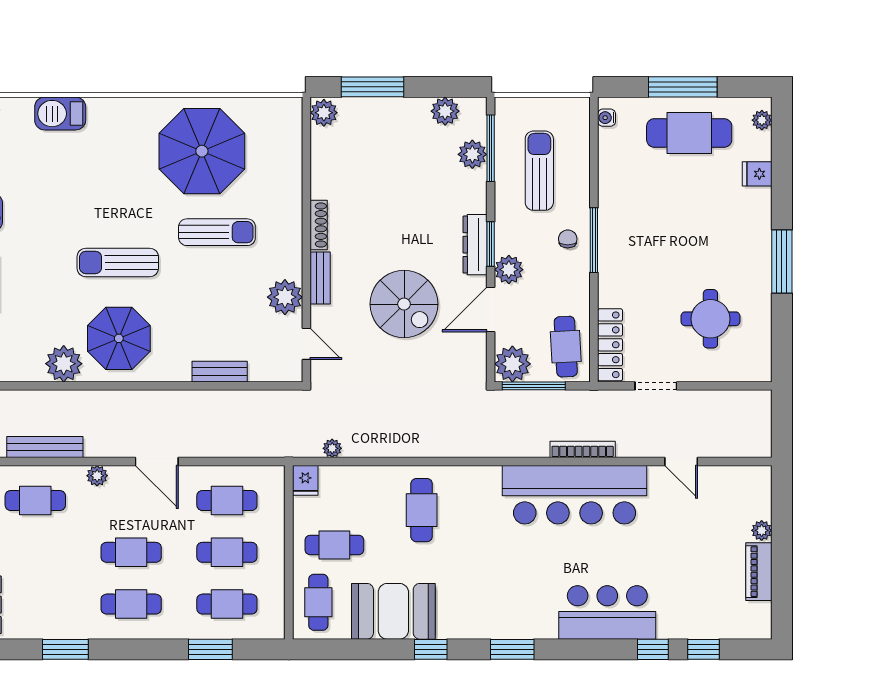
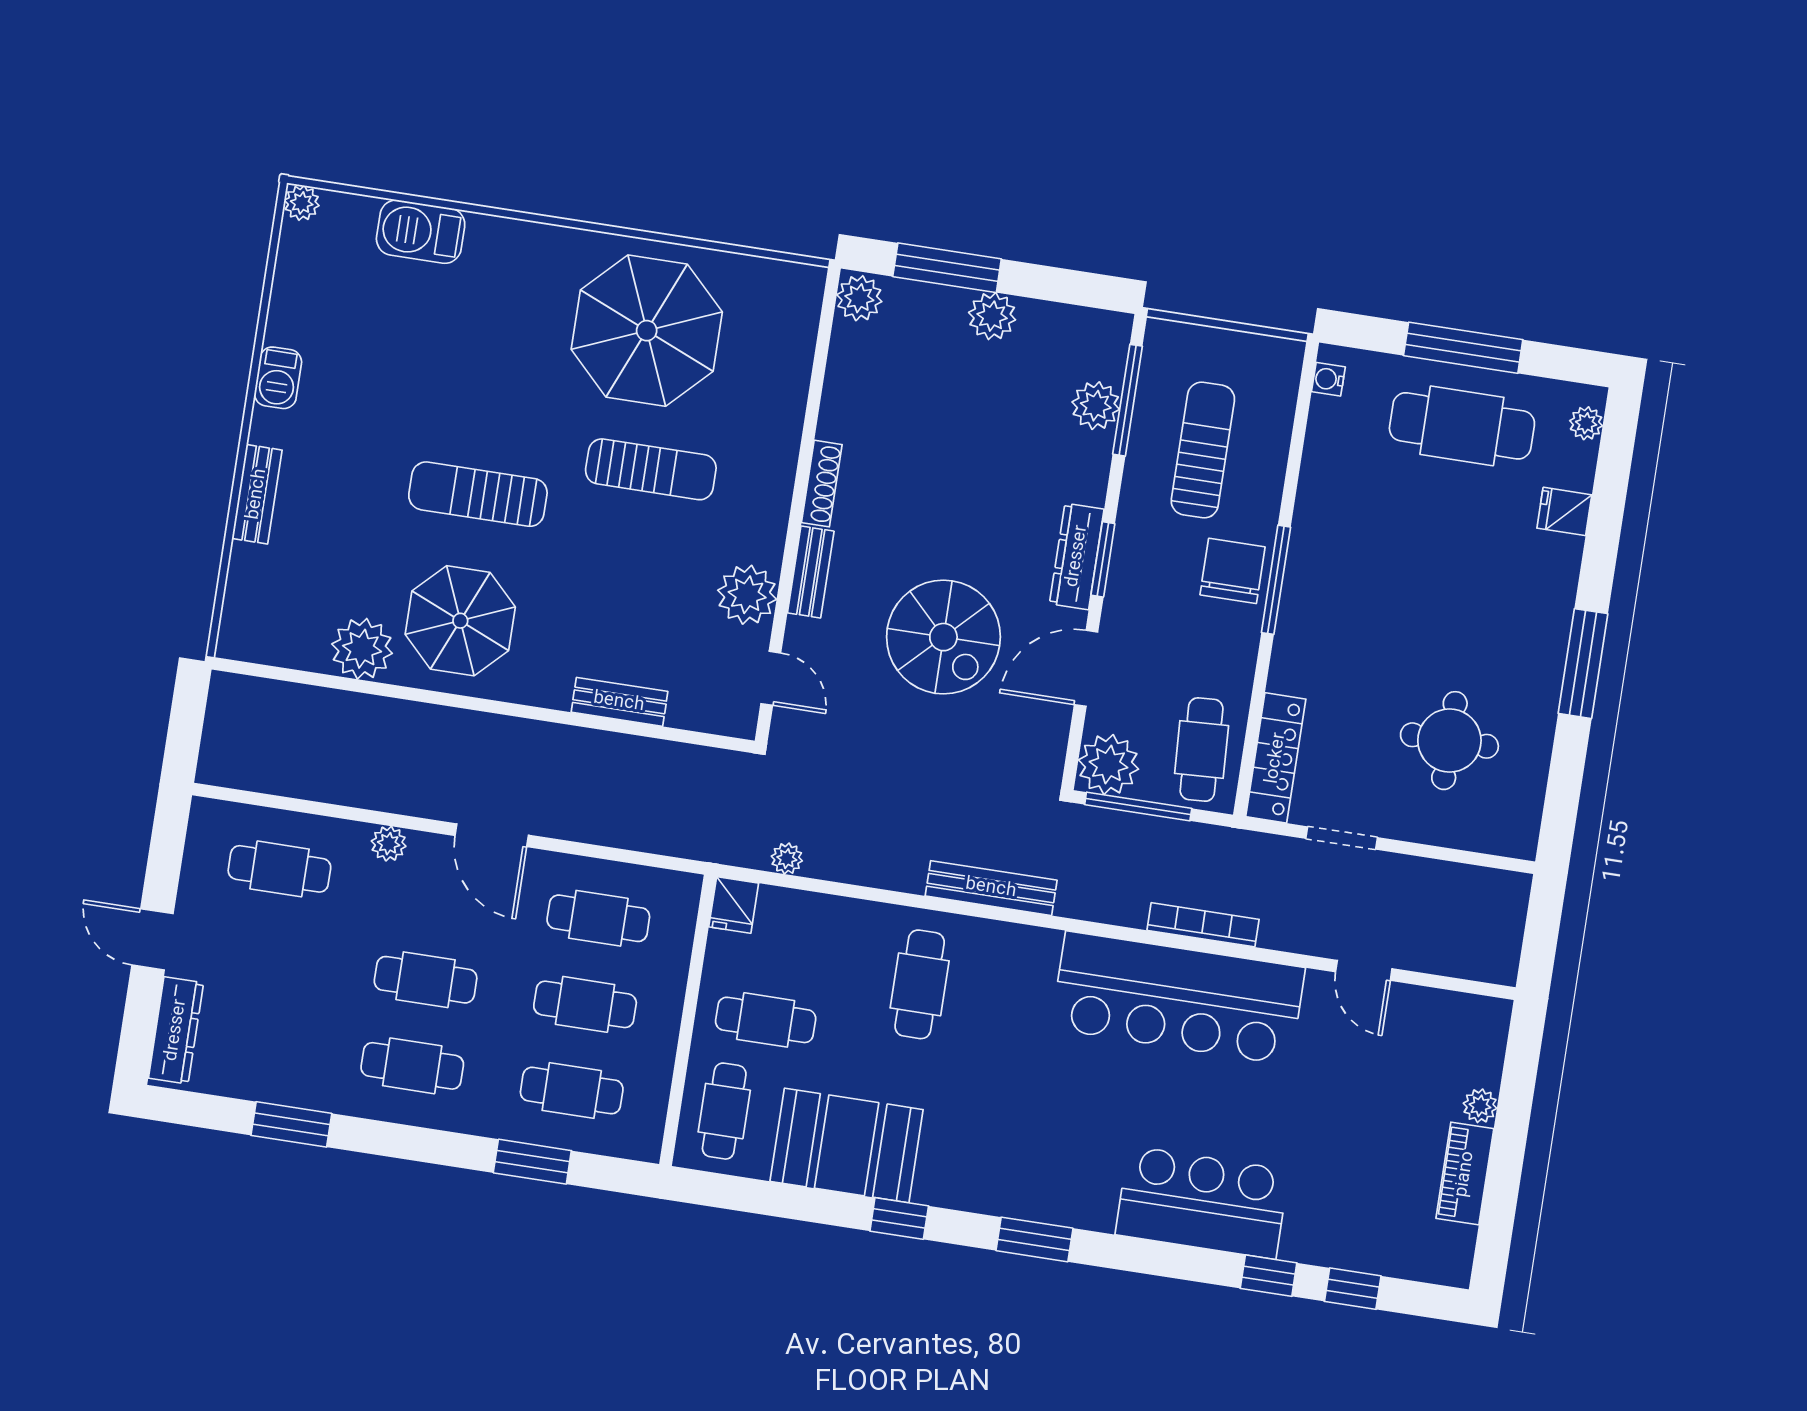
plant: (445, 111) -> (992, 316), moved
chair: (568, 239) -> (1233, 571), width x1.87, depth x1.87
plant: (509, 270) -> (1127, 607), removed
bench: (45, 447) -> (991, 888), moved

